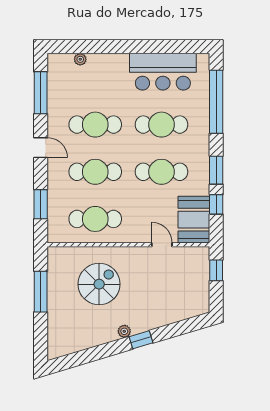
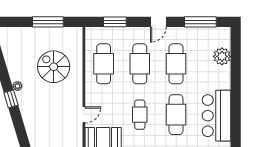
plant: (80, 59) -> (222, 56), width x1.87, depth x1.87
cafe table: (161, 172) -> (140, 115), width x0.73, depth x0.74
spiral stairs: (99, 284) -> (54, 67), turned 180

